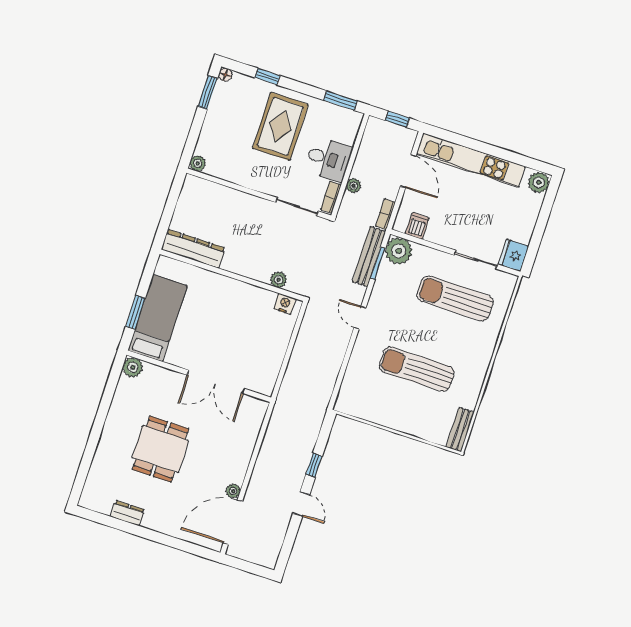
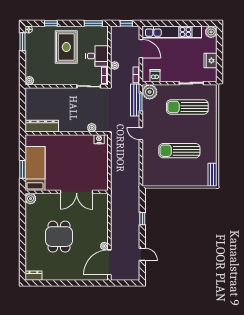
fridge: (514, 255) -> (210, 61), moved
door: (301, 504) -> (142, 254), moved
dresser: (127, 513) -> (33, 276), moved

